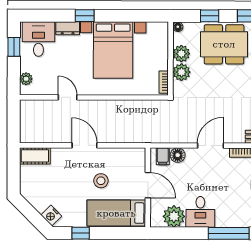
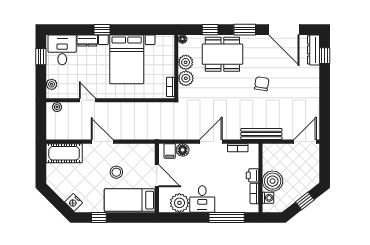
plant: (32, 105) -> (57, 107), added
cot: (35, 156) -> (64, 153), width x1.37, depth x1.34

